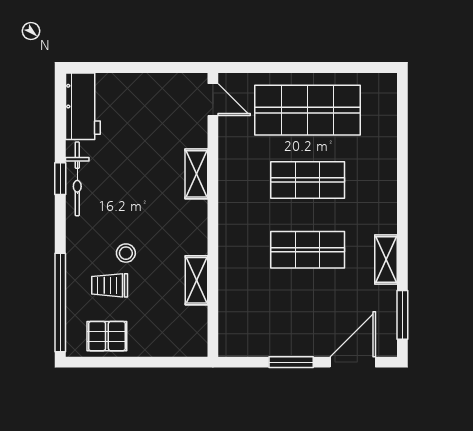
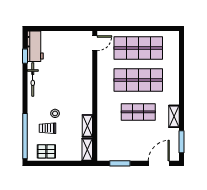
door: (213, 100) -> (95, 43), hinge flipped
shelving: (196, 174) -> (87, 150), moved
window: (60, 179) -> (25, 56), moved
shop shelf: (308, 180) -> (138, 80), width x1.43, depth x1.36
window: (291, 362) -> (120, 163), moved

